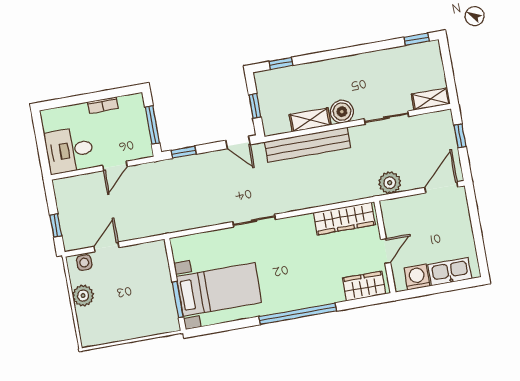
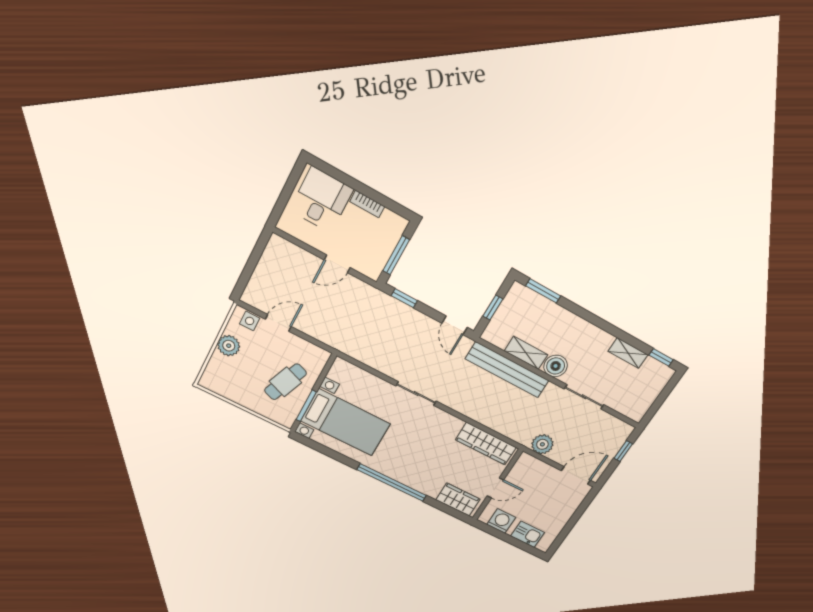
window: (281, 63) -> (543, 291), width x1.50
shelving: (431, 99) -> (628, 353), moved
desk: (69, 150) -> (322, 200), moved, turned 90
window: (56, 225) -> (247, 273), removed
kitchen sink: (450, 272) -> (528, 534), width x0.73
cafe table: (147, 292) -> (285, 382), added

